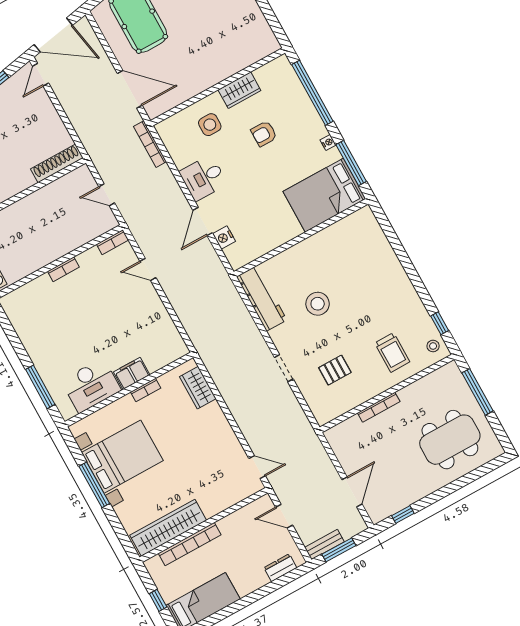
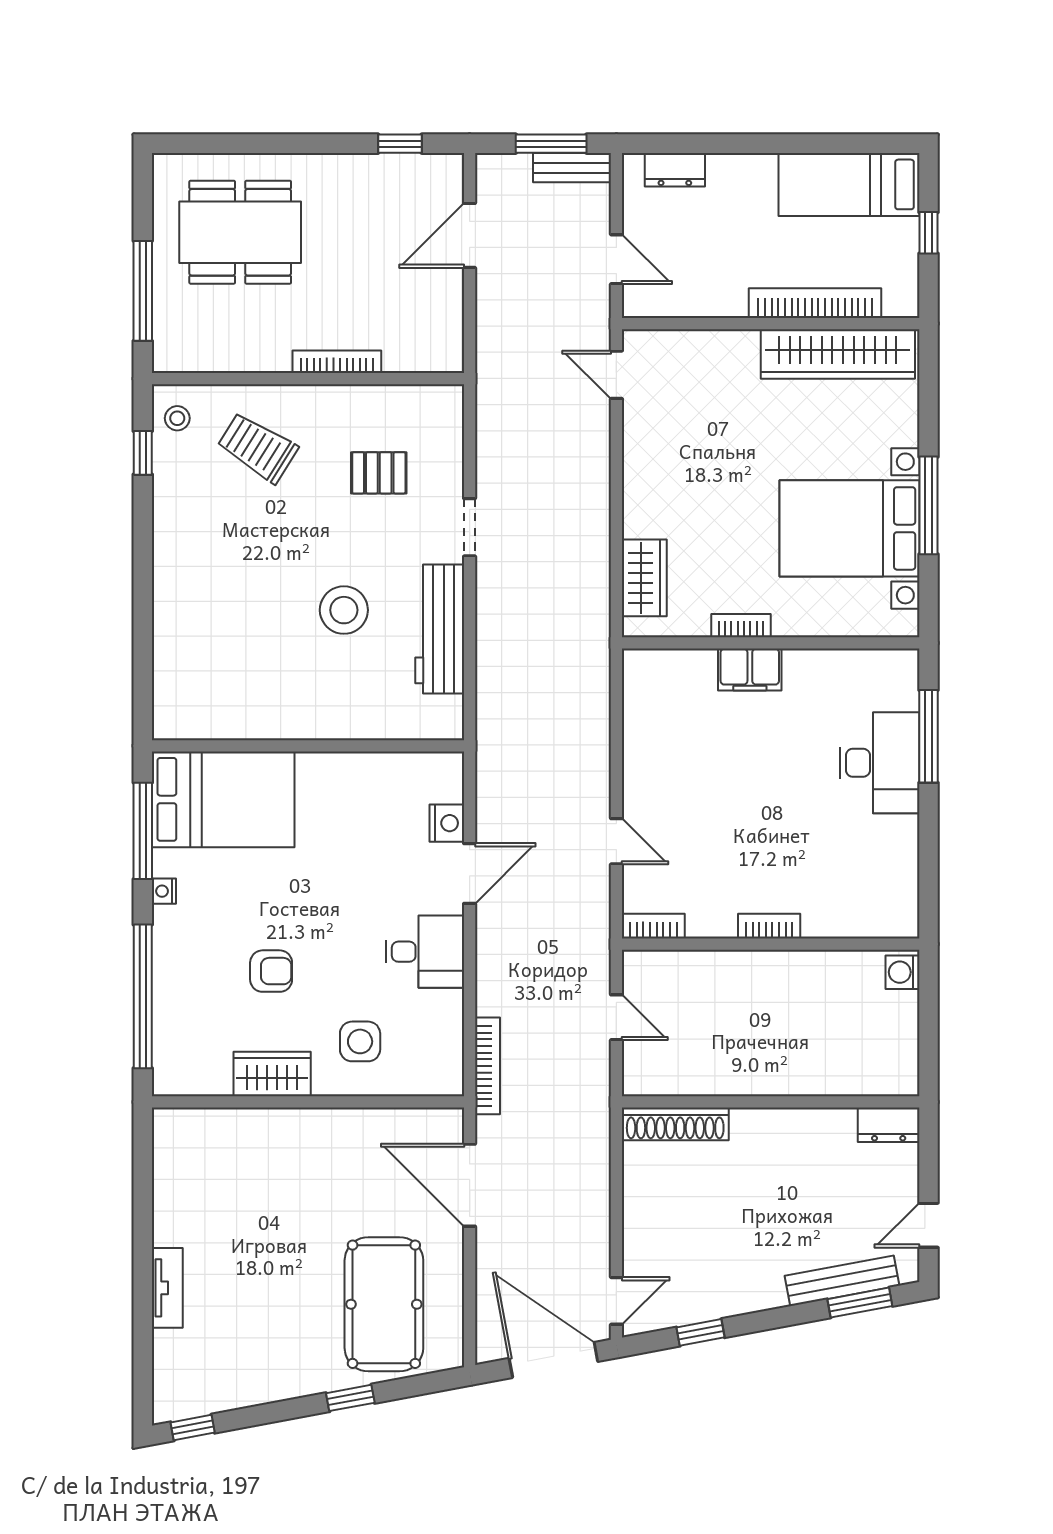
workbench: (262, 298) -> (440, 629), moved
trolley: (392, 352) -> (258, 448), turned -58
desk: (91, 385) -> (879, 763), moved, turned 90

